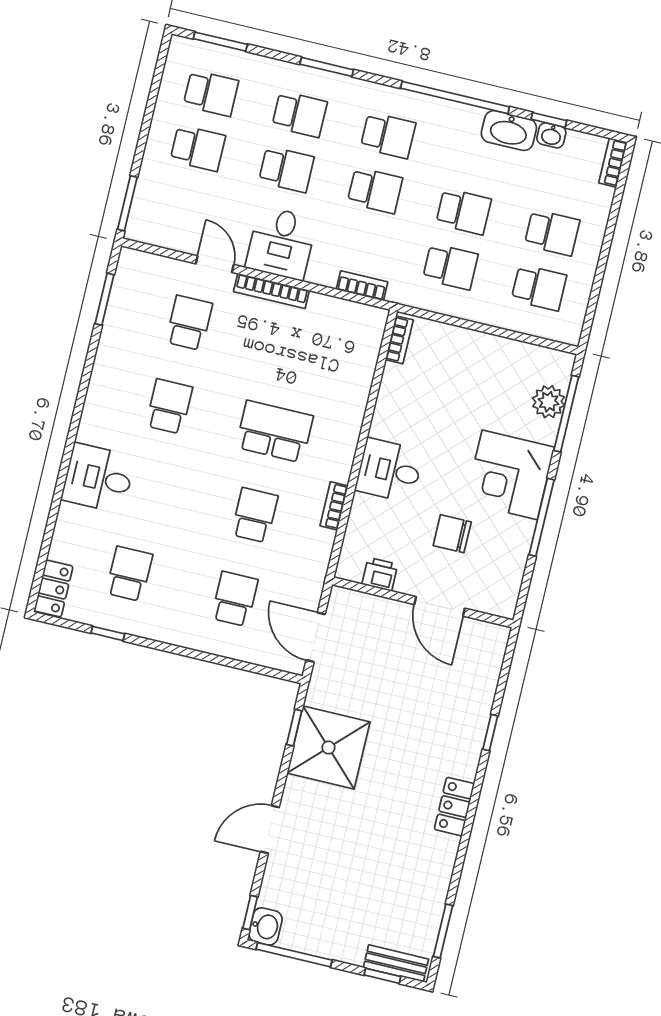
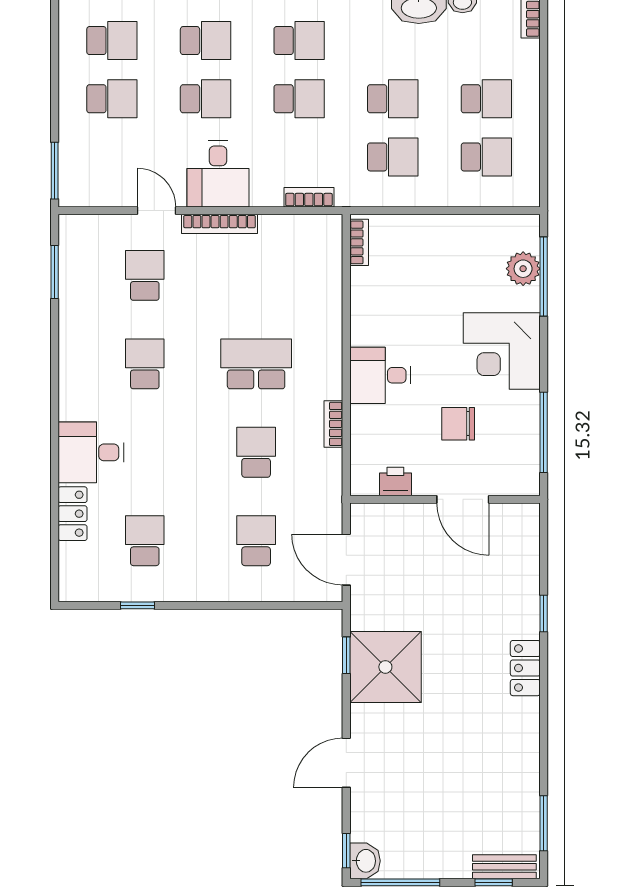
window: (542, 517) -> (544, 432), moved
locker: (54, 589) -> (73, 514), moved
locker: (454, 807) -> (525, 668), moved

